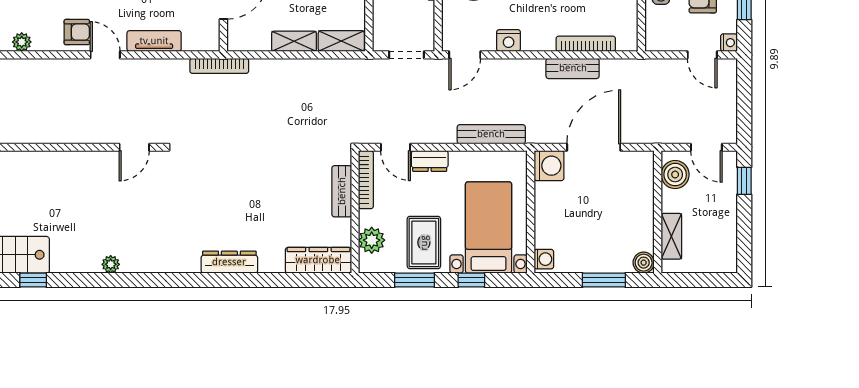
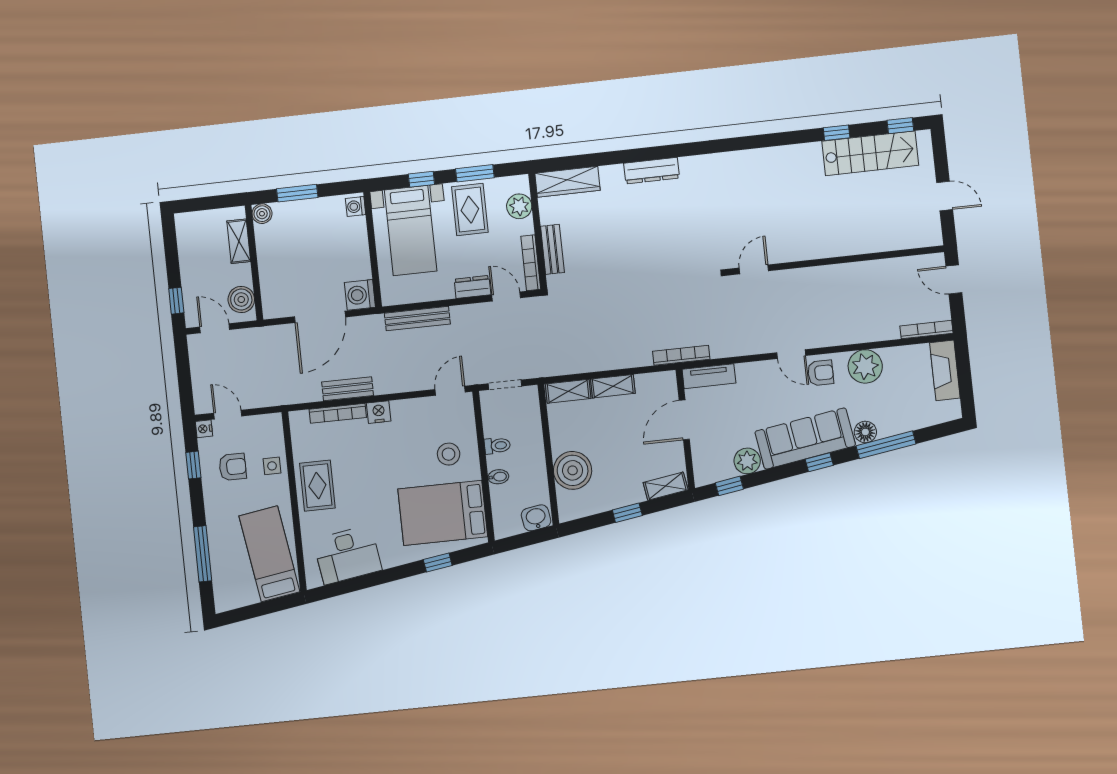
armchair: (77, 32) -> (821, 373), turned 180
nightstand: (509, 40) -> (379, 412), moved
tv unit: (154, 41) -> (709, 376), moved
plant: (22, 42) -> (865, 366), width x1.87, depth x1.87
plant: (111, 264) -> (764, 156), removed

